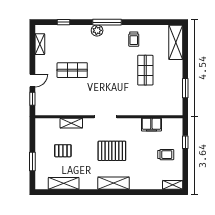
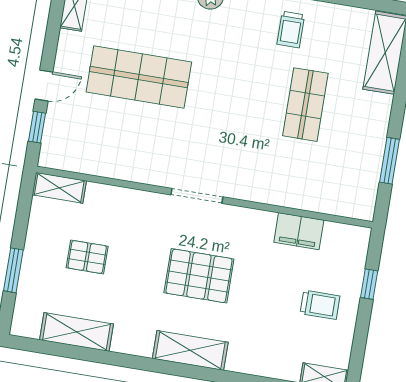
shop shelf: (72, 70) -> (139, 77), width x1.43, depth x1.36
shelving: (71, 123) -> (59, 188), moved

